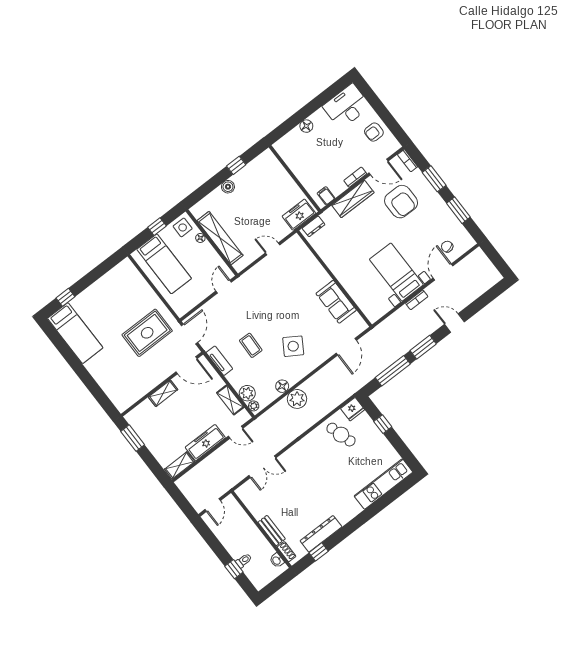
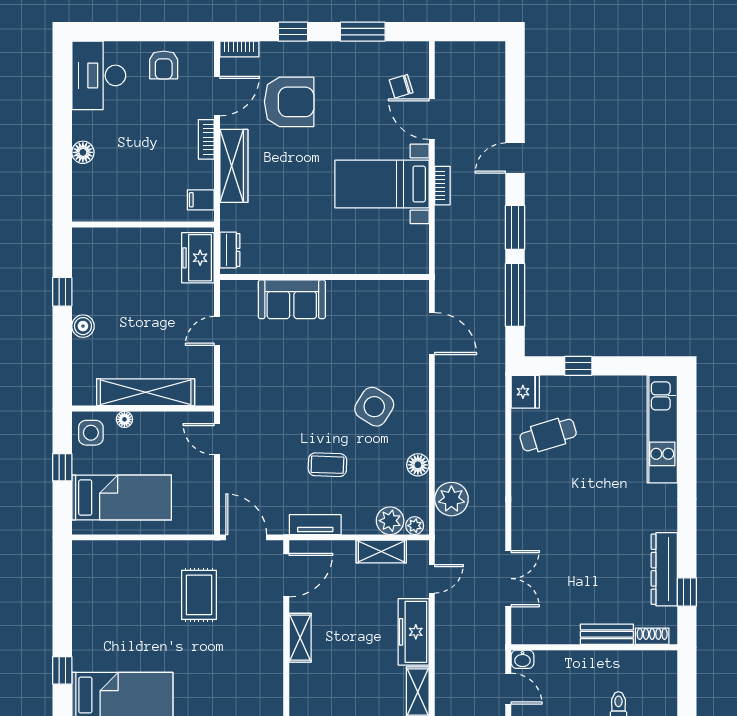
window: (434, 179) -> (293, 32), width x0.67
sofa: (336, 302) -> (292, 299), moved
rug: (147, 333) -> (199, 595), width x0.73, depth x0.70
plant: (297, 399) -> (451, 499), moved
washbasin: (277, 560) -> (522, 659), moved

